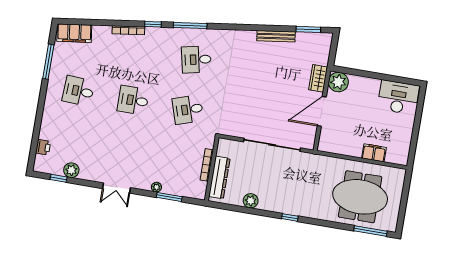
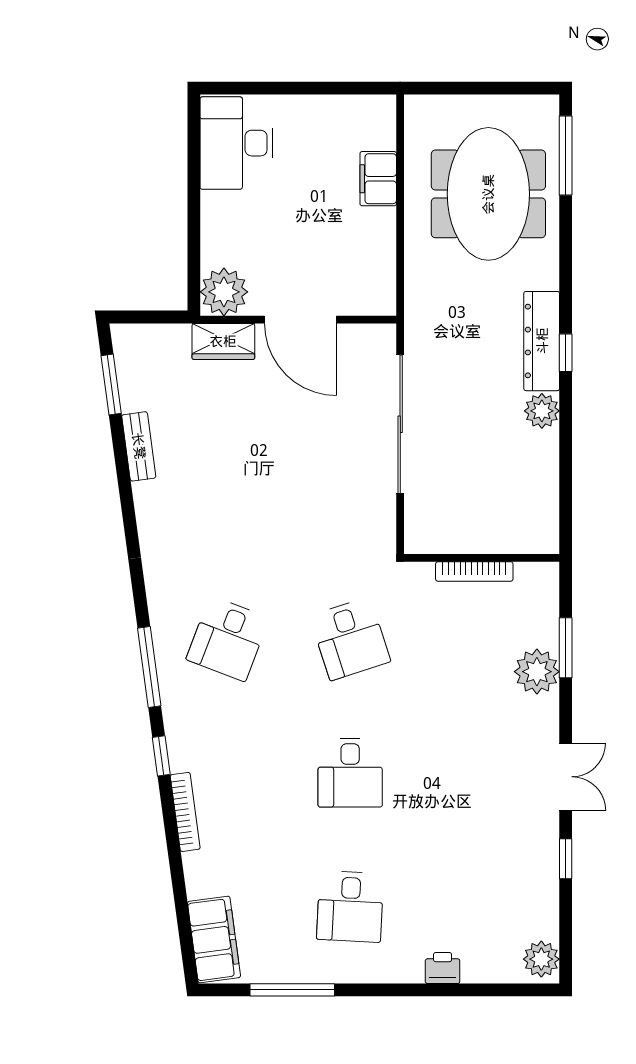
bench: (276, 36) -> (139, 446), width x0.73
desk: (196, 60) -> (228, 639), turned 33
printer: (43, 147) -> (443, 968), moved
plant: (71, 170) -> (541, 959), moved
dresser: (219, 177) -> (542, 341), moved, turned -90
window: (58, 178) -> (566, 859), moved
plant: (156, 187) -> (537, 672), width x1.88, depth x1.88
plant: (251, 201) -> (542, 411), moved

